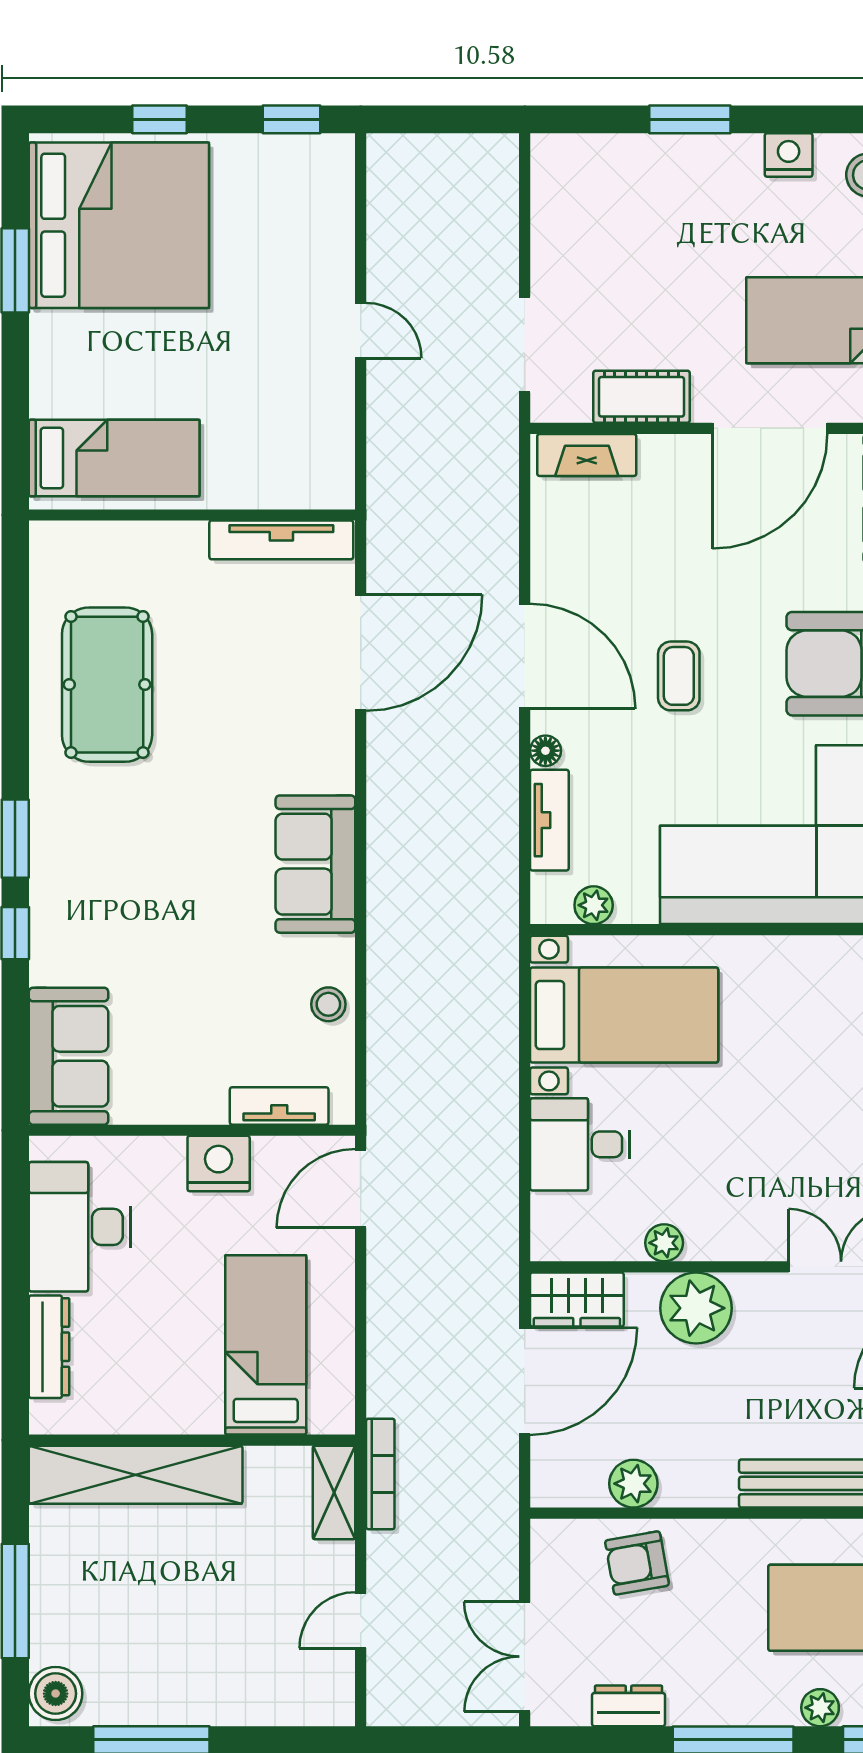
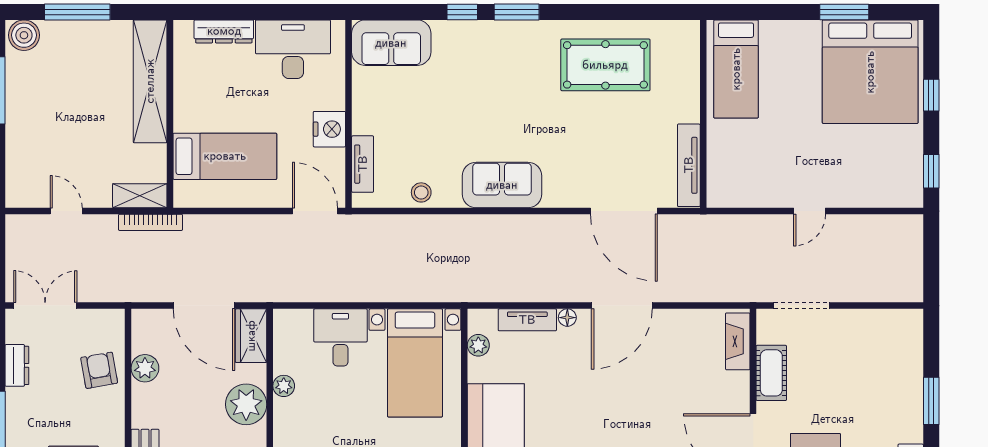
coffee table: (679, 676) -> (610, 394), removed

